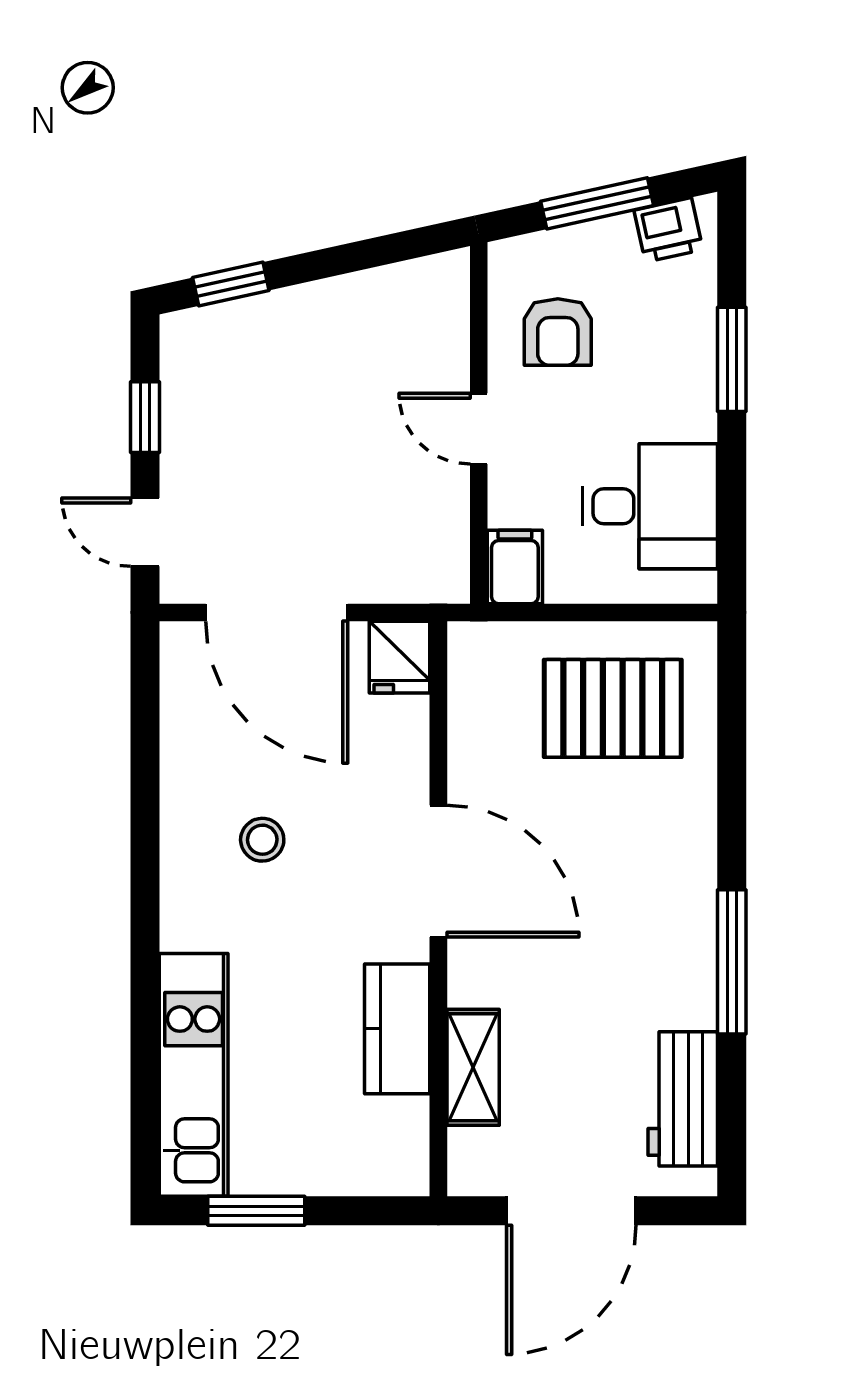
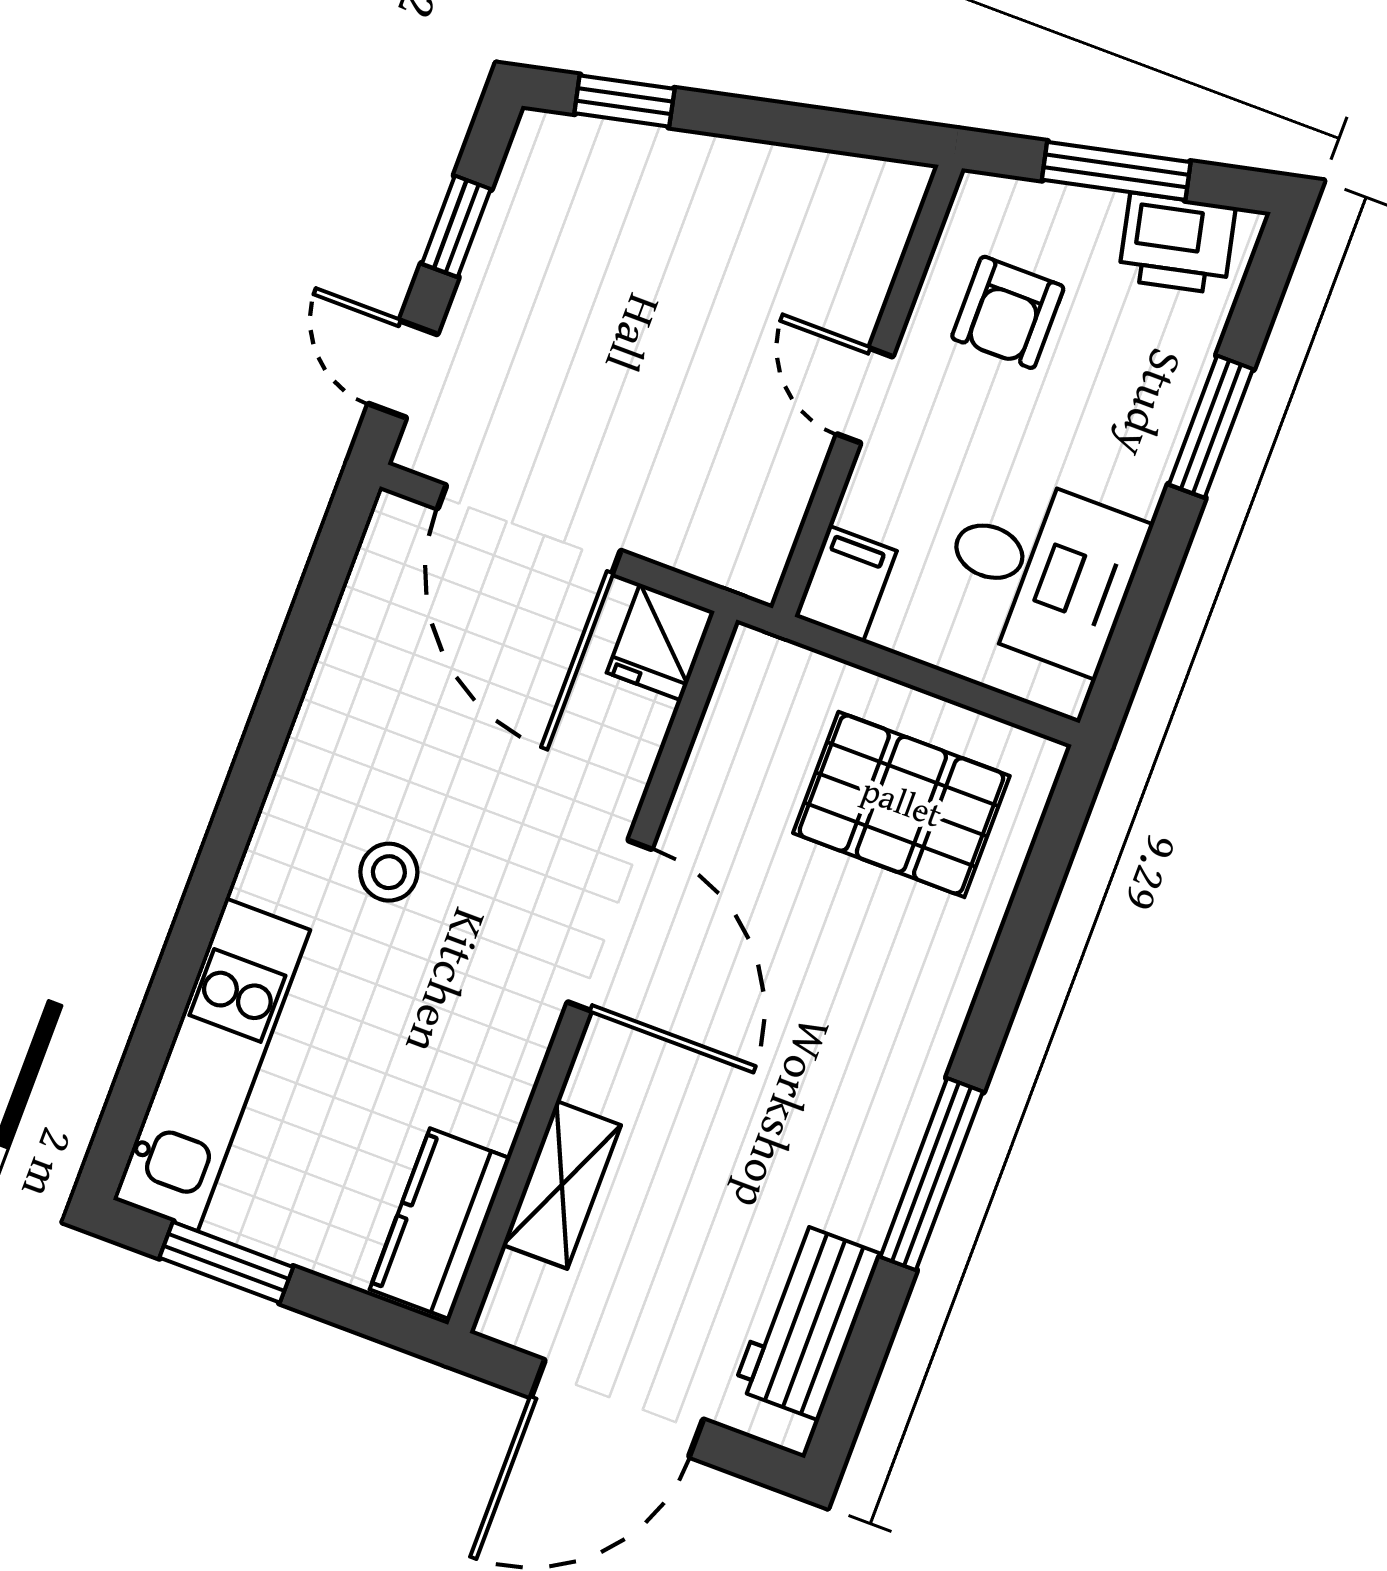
printer: (668, 230) -> (1177, 243), width x1.36, depth x1.24
stool: (262, 840) -> (389, 872), moved
kitchen counter: (397, 1029) -> (440, 1224), moved

